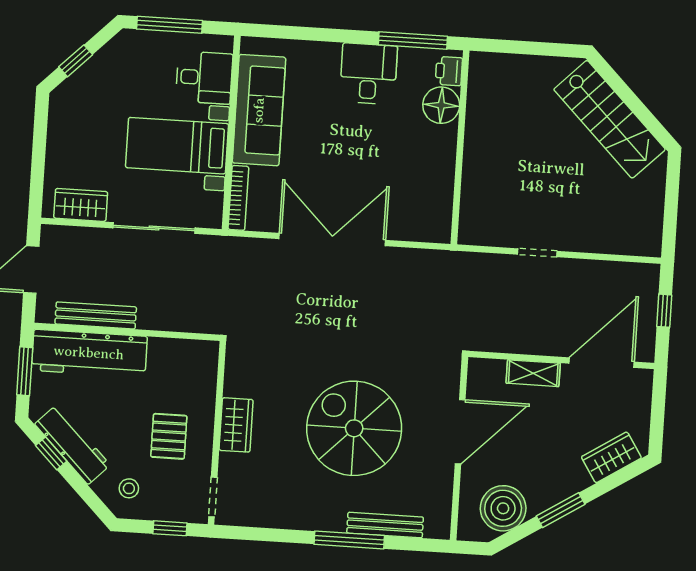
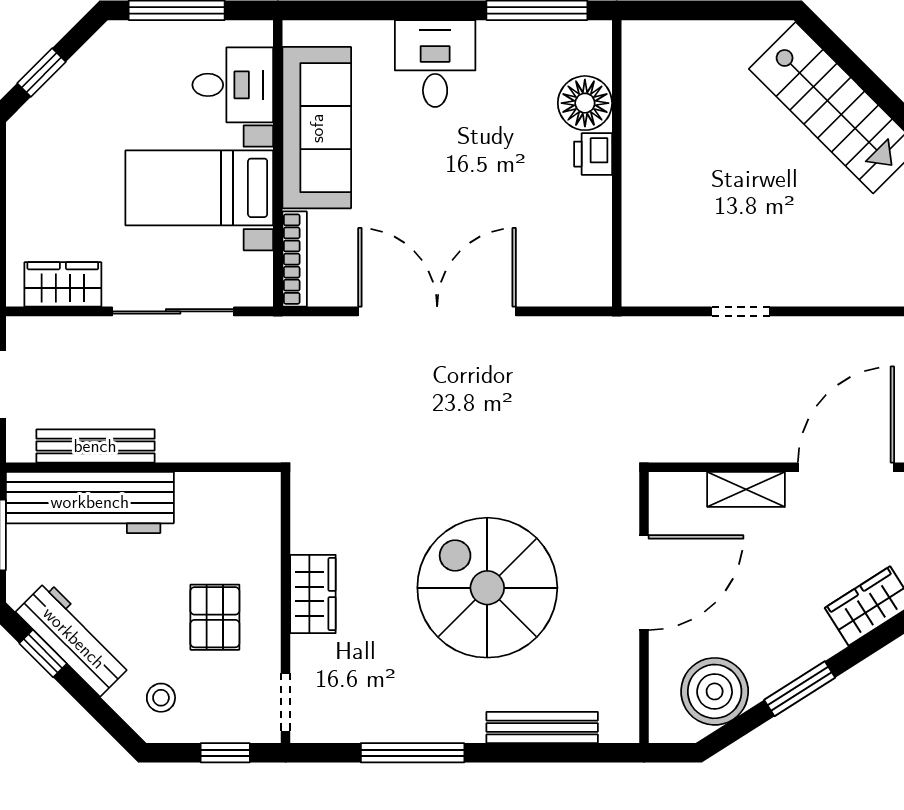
printer: (449, 71) -> (593, 154), moved
desk: (368, 74) -> (435, 64), moved
window: (349, 540) -> (413, 753), moved

